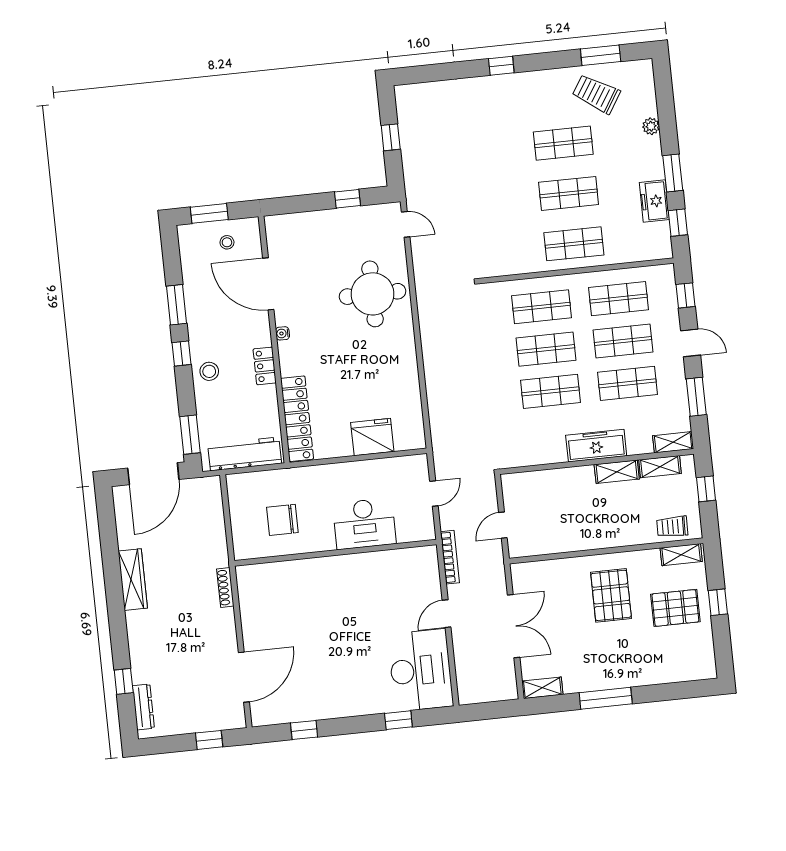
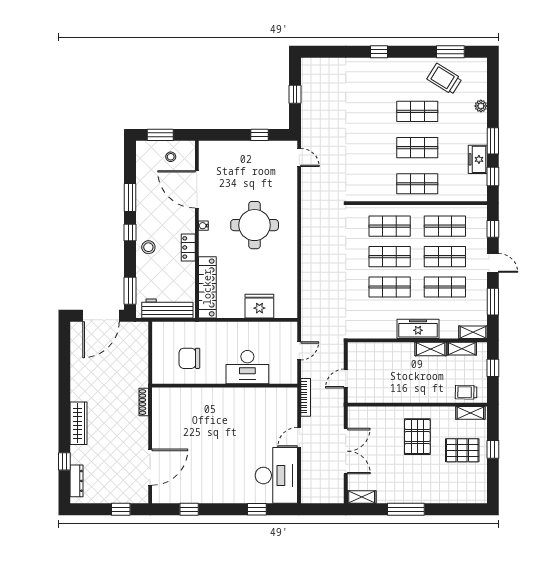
round table: (373, 294) -> (255, 225), moved
wardrobe: (133, 580) -> (79, 423), moved

